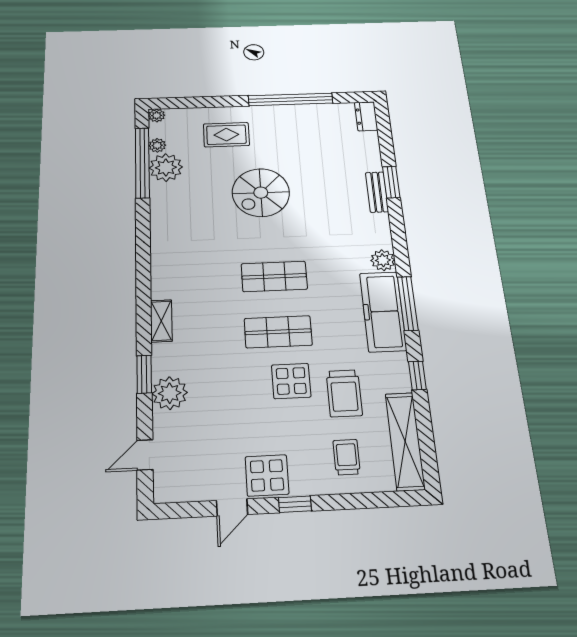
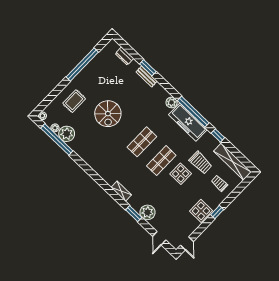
dresser: (366, 116) -> (124, 56), moved
window: (408, 303) -> (193, 112), width x1.46
door: (232, 507) -> (187, 243), moved

